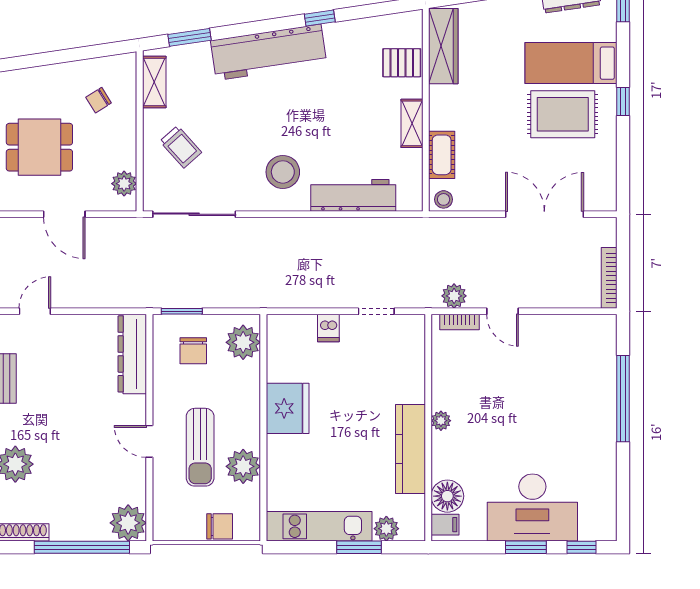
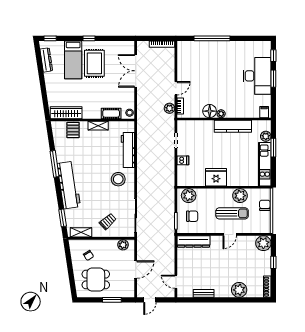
window: (320, 18) -> (55, 164), width x2.17
dining table: (39, 147) -> (96, 280), moved, turned 90
floor lamp: (447, 496) -> (210, 111), moved
window: (82, 547) -> (273, 262), width x0.32

